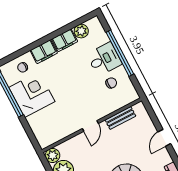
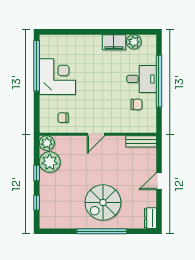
filing cabinet: (44, 52) -> (89, 43), removed
chair: (23, 67) -> (63, 118), moved
bench: (120, 118) -> (141, 141), moved

